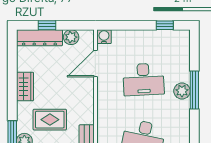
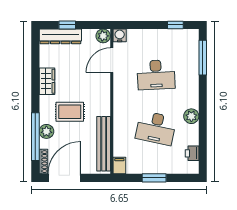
plant: (71, 37) -> (103, 36), moved
window: (194, 90) -> (203, 58), moved
plant: (182, 91) -> (191, 116), moved

